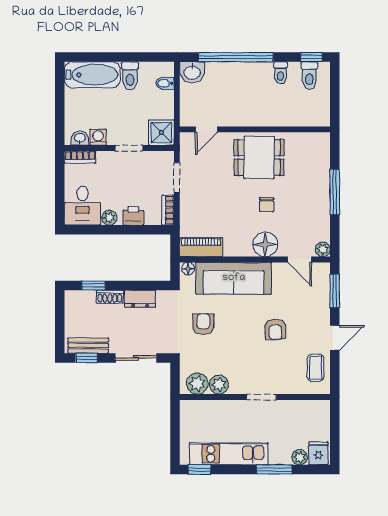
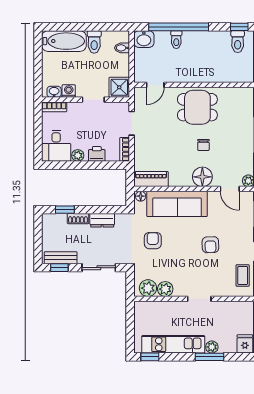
toilet: (280, 73) -> (176, 40), moved
plant: (300, 457) -> (212, 347), moved

